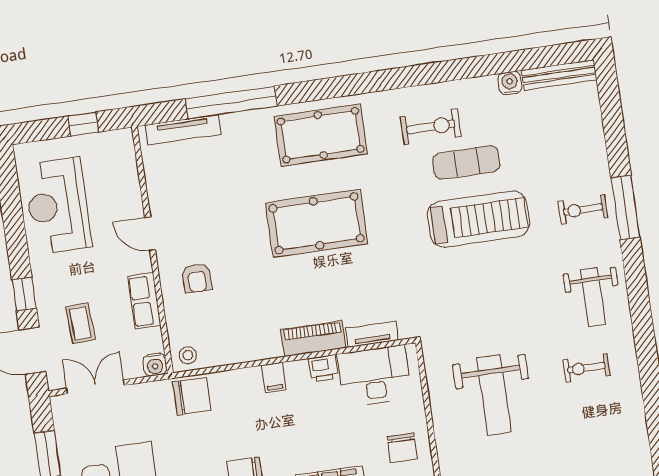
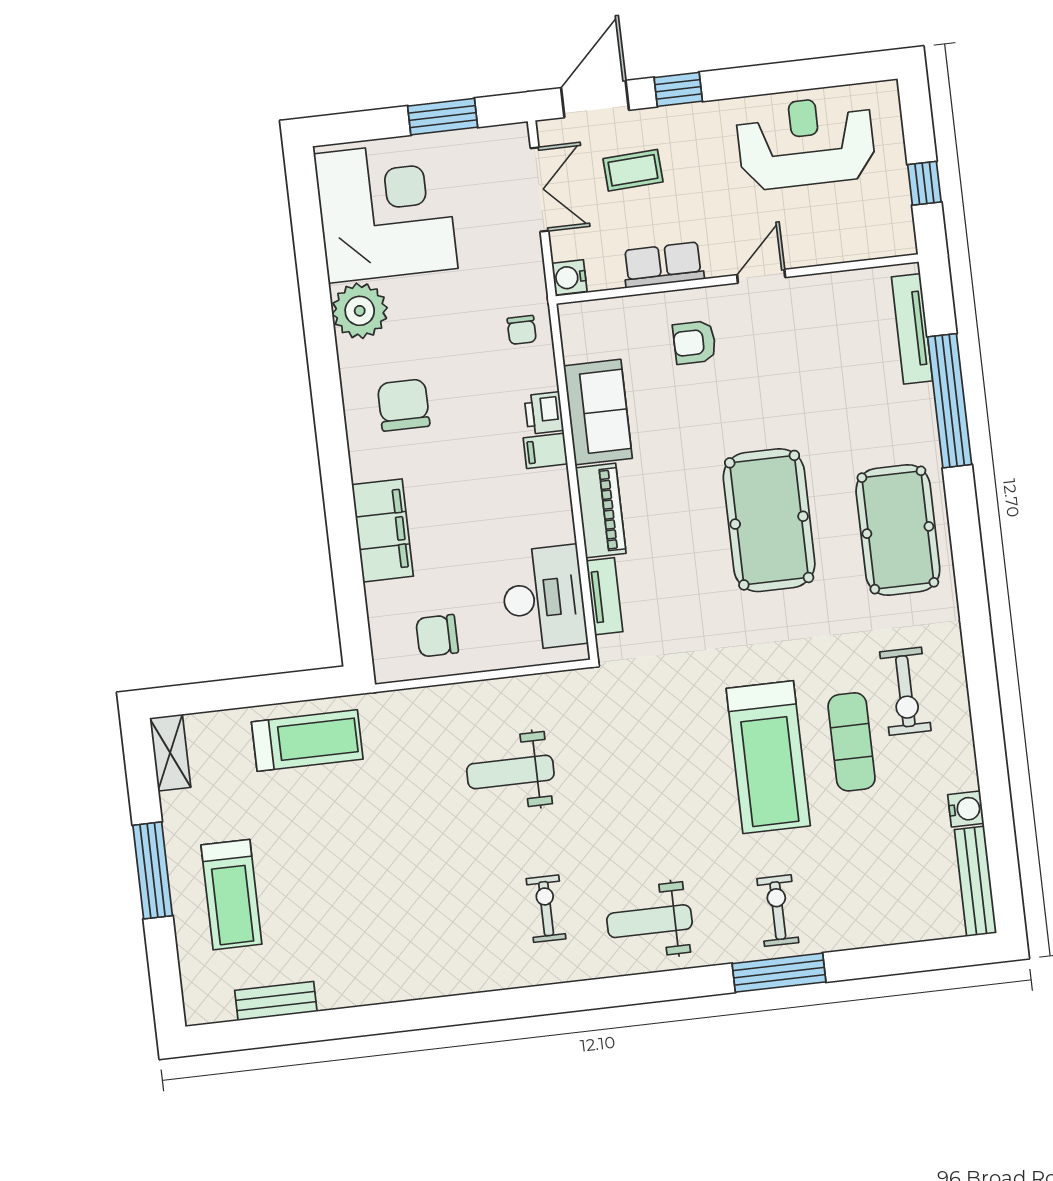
sofa: (246, 342) -> (598, 412), added
stool: (188, 355) -> (582, 326), removed
printer: (323, 368) -> (544, 413), moved
weight bench: (494, 395) -> (510, 772), width x0.73, depth x0.75
chair: (192, 396) -> (522, 330), width x0.54, depth x0.54

